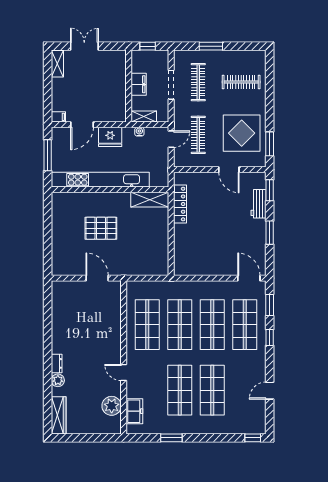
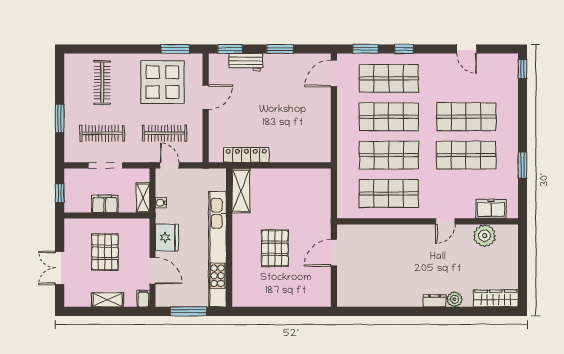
shelving: (57, 64) -> (108, 300), moved
pallet: (98, 84) -> (105, 252), added

